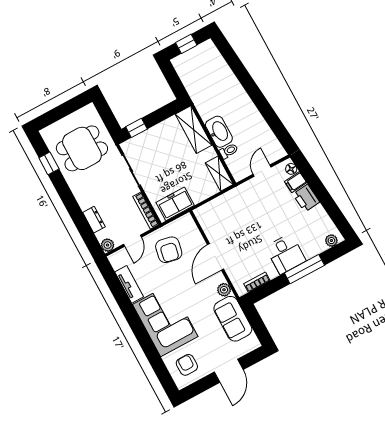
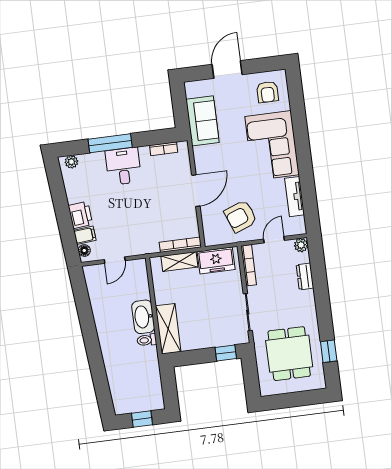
dining table: (82, 148) -> (289, 354), turned 90
toilet: (229, 151) -> (147, 340), moved
shelving: (219, 174) -> (179, 262), moved, turned 90
bookcase: (211, 206) -> (180, 245), added
armchair: (169, 250) -> (241, 216), turned -122
plant: (224, 290) -> (200, 154), removed

